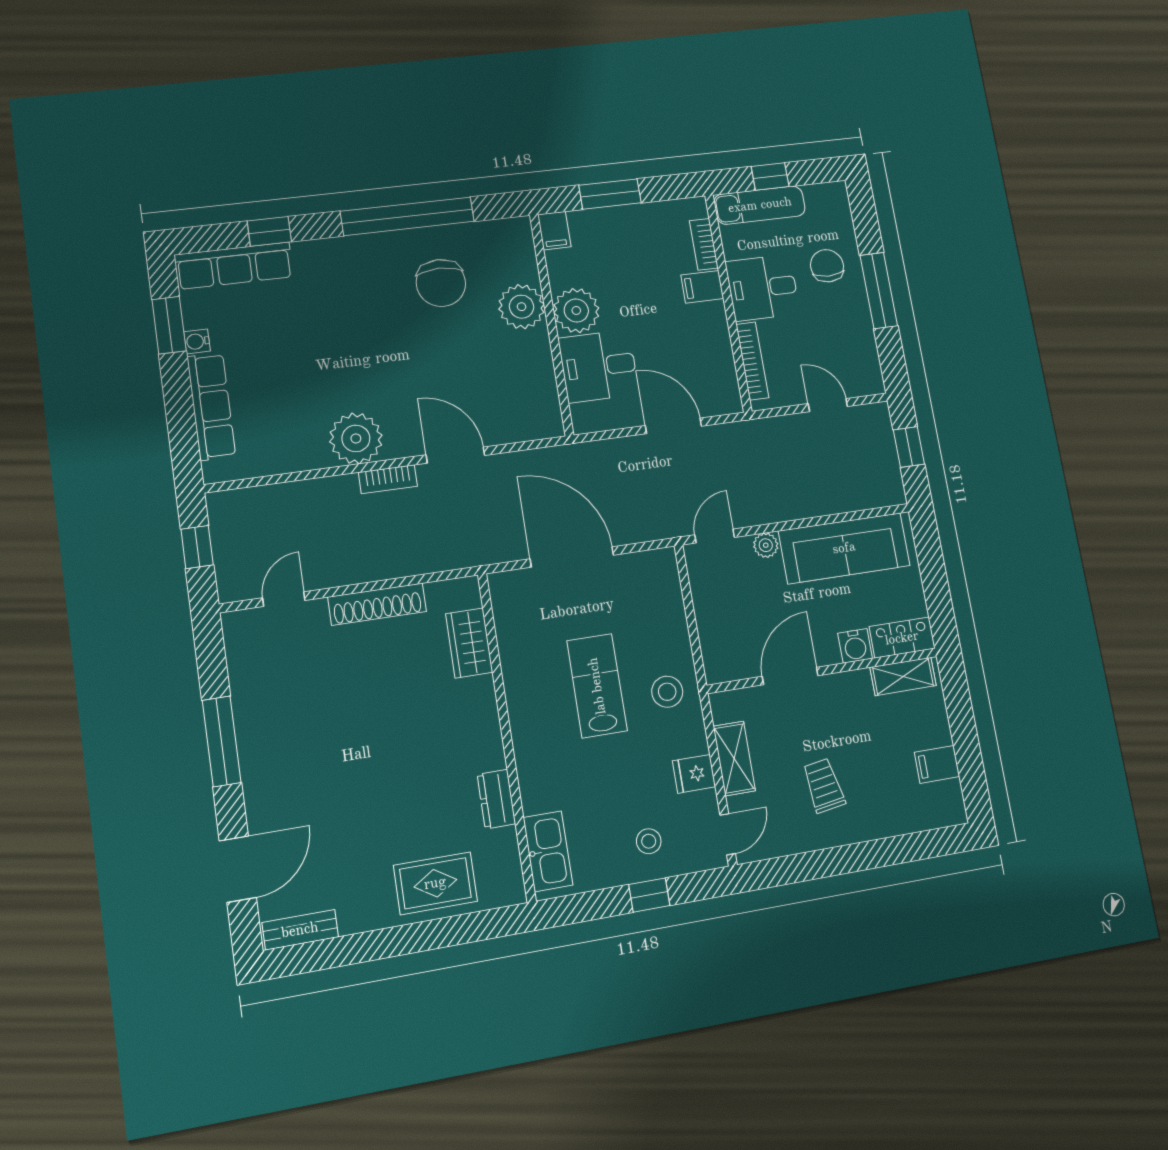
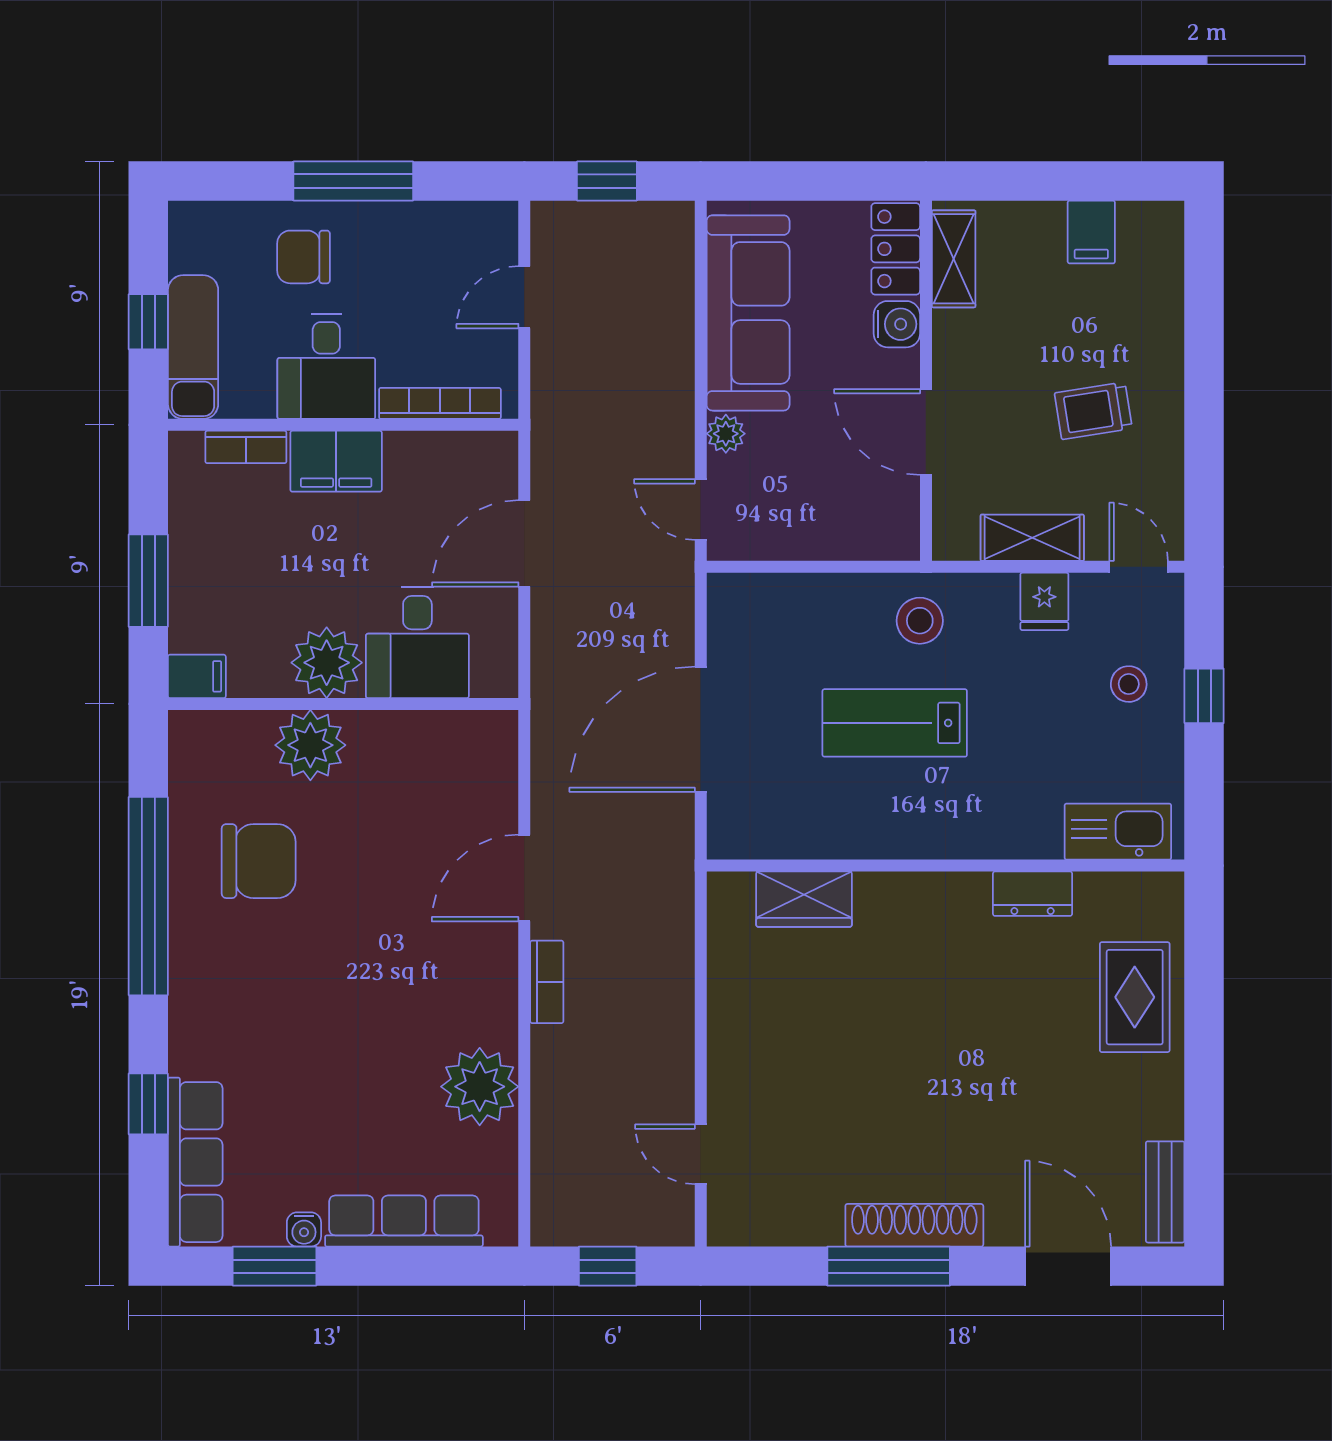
filing cabinet: (702, 287) -> (336, 461), width x2.00
plant: (356, 438) -> (480, 1087), moved
shoe rack: (377, 604) -> (914, 1225), moved, turned -90

